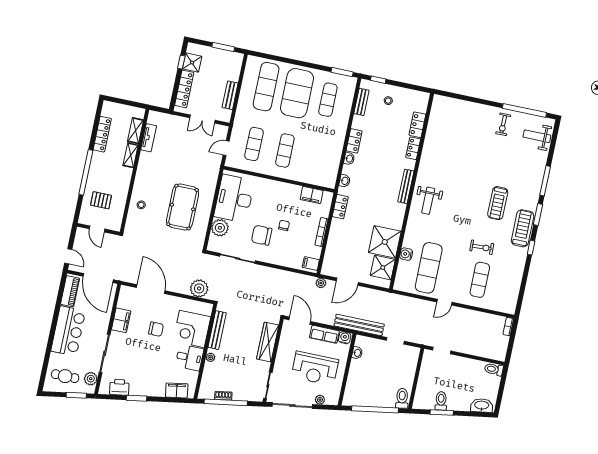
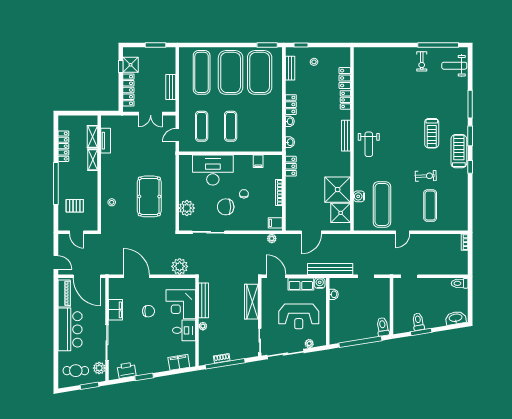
exercise mat: (328, 100) -> (260, 72), width x2.00, depth x1.45
filing cabinet: (312, 195) -> (258, 161), width x0.50
desk: (234, 199) -> (213, 170), moved, turned 90
plant: (321, 283) -> (272, 239), moved

